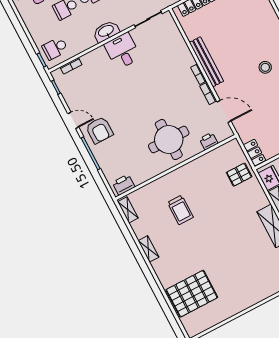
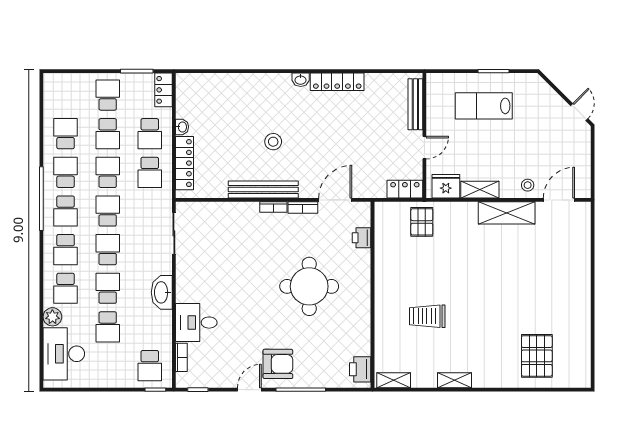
desk: (122, 51) -> (196, 323), moved
stool: (265, 67) -> (273, 142), moved
round table: (169, 140) -> (309, 286), moved
trolley: (180, 210) -> (427, 316), turned 180
pallet: (192, 294) -> (537, 356), width x0.73, depth x0.71

